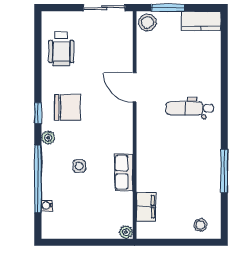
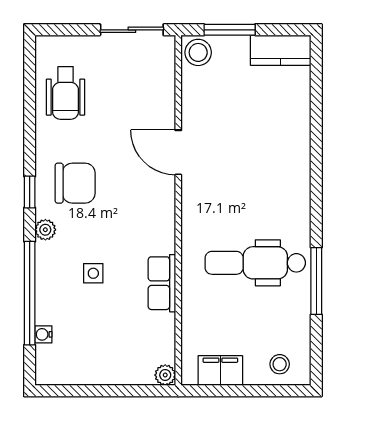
dental chair: (190, 108) -> (255, 263), moved, width x1.36, depth x1.38
filing cabinet: (146, 207) -> (220, 371), moved, turned -90

